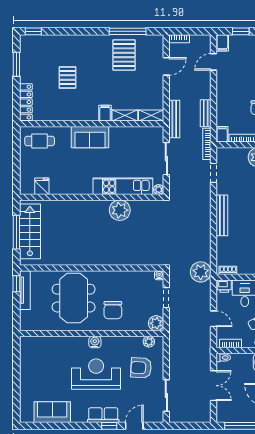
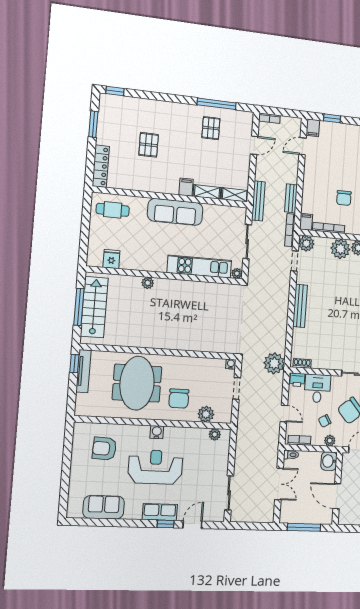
pallet: (124, 55) -> (211, 128), width x0.67, depth x0.71
sofa: (90, 137) -> (175, 212), width x1.36
plant: (224, 155) -> (306, 243), added
plant: (120, 210) -> (148, 283), moved, width x0.53, depth x0.53
plant: (156, 323) -> (206, 414), moved
armchair: (141, 368) -> (104, 449), moved

